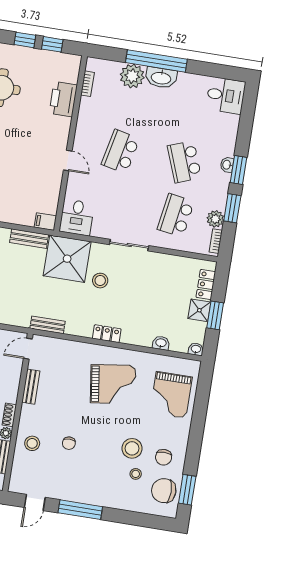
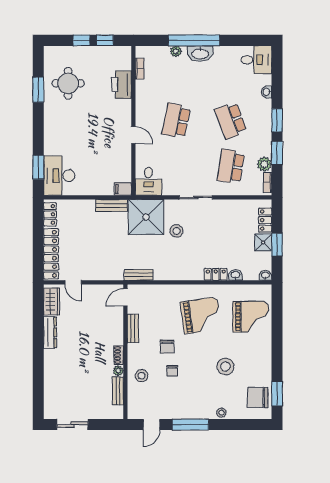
plant: (132, 76) -> (176, 51), width x0.53, depth x0.53
washbasin: (227, 165) -> (267, 92), moved
locker: (107, 334) -> (216, 274), moved
grand piano: (171, 395) -> (251, 317), turned -90
chair: (164, 457) -> (167, 347), moved
stool: (136, 474) -> (221, 413), moved

